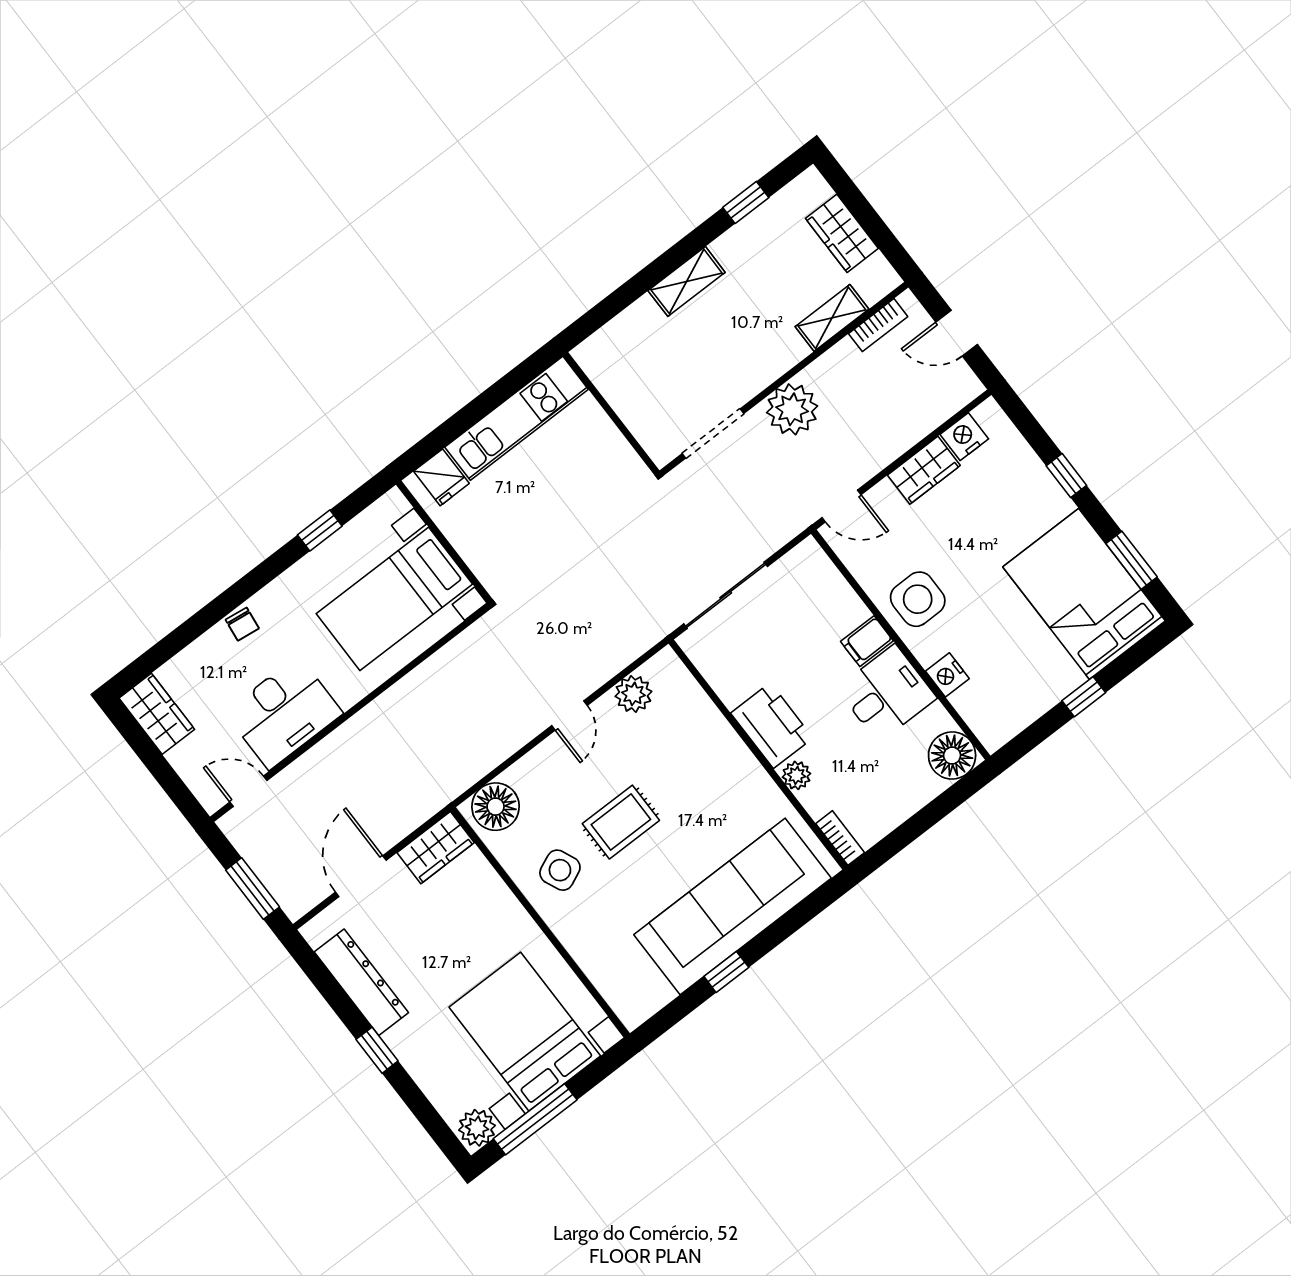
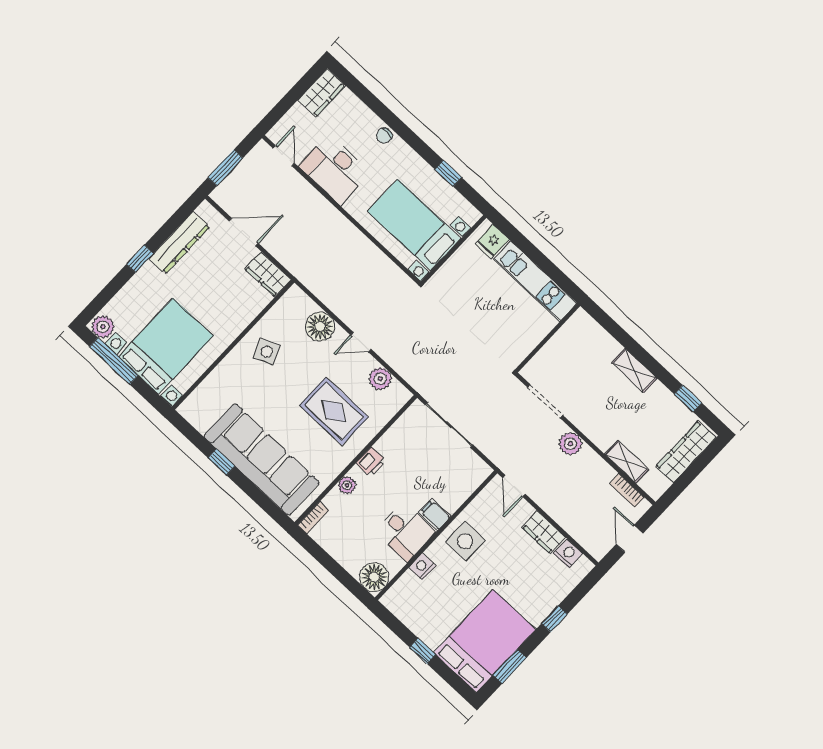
wardrobe: (842, 233) -> (686, 452), width x1.50
plant: (792, 409) -> (570, 444), width x0.73, depth x0.73
printer: (772, 725) -> (371, 462), width x0.53, depth x0.68
floor lamp: (496, 807) -> (320, 327), moved
rug: (621, 822) -> (334, 411), moved, width x1.36, depth x1.43

